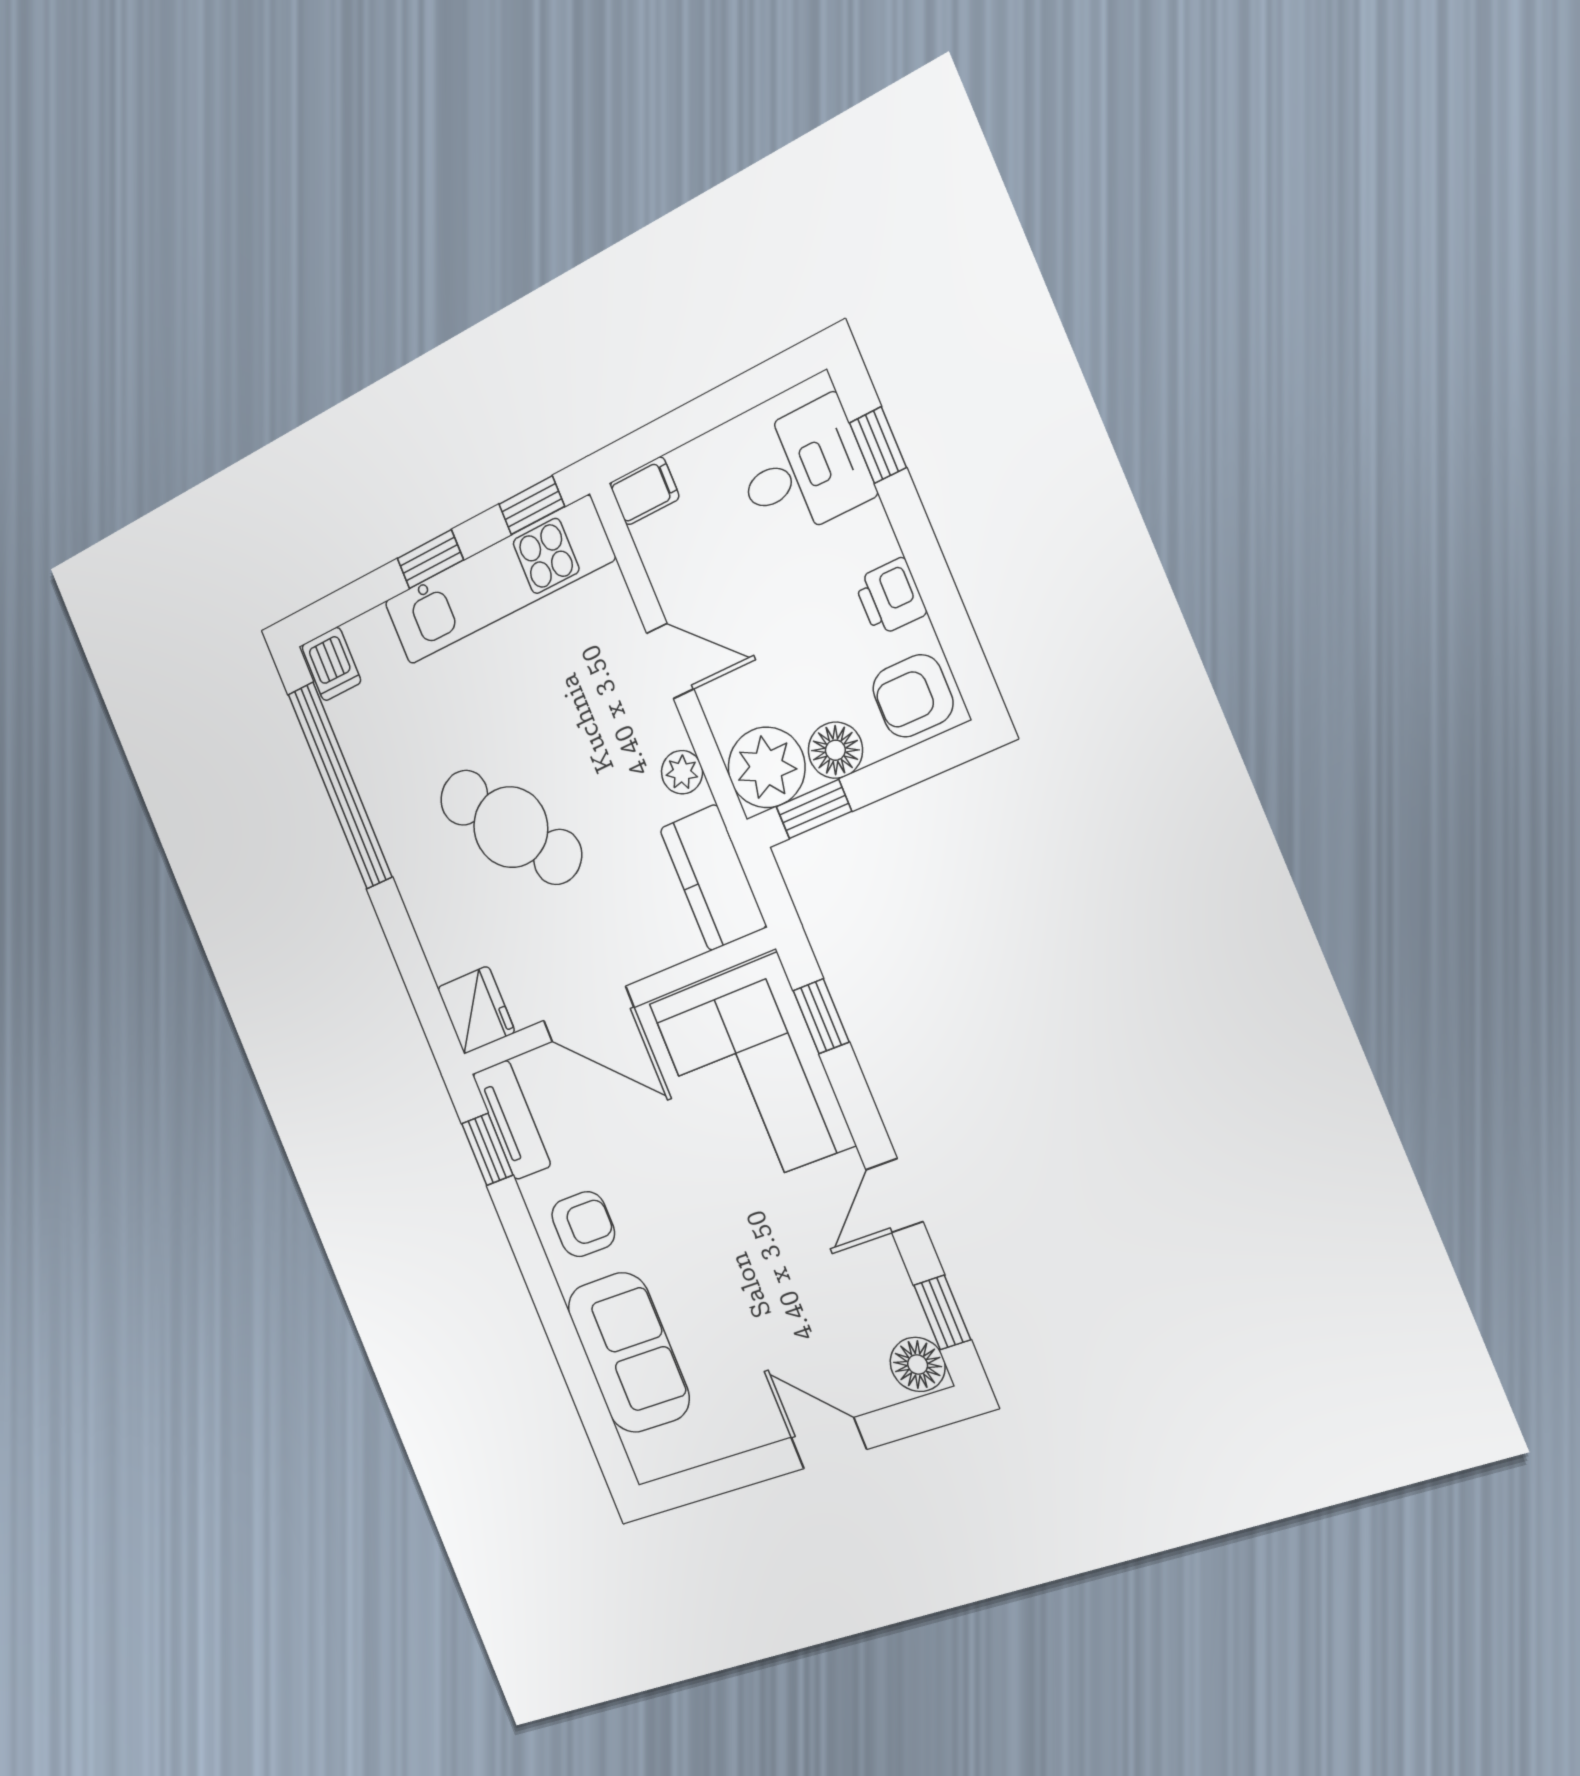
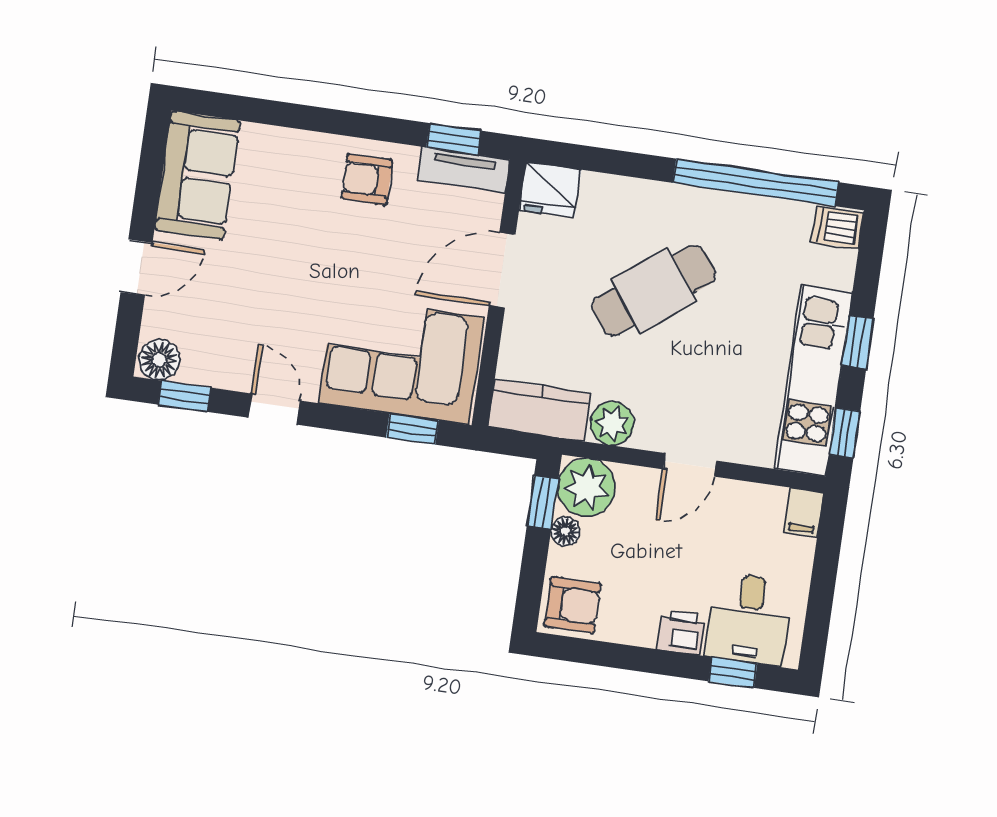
printer: (890, 597) -> (681, 633), moved
armchair: (913, 696) -> (573, 605), turned 90
floor lamp: (835, 750) -> (565, 531), width x0.73, depth x0.73
plant: (682, 772) -> (612, 423), width x1.38, depth x1.38
armchair: (583, 1224) -> (367, 179), turned 90
sofa: (629, 1353) -> (197, 175), moved, turned -90

